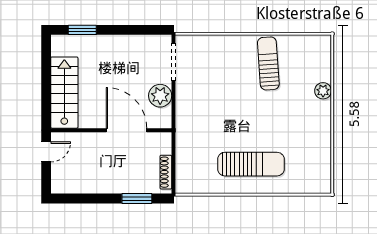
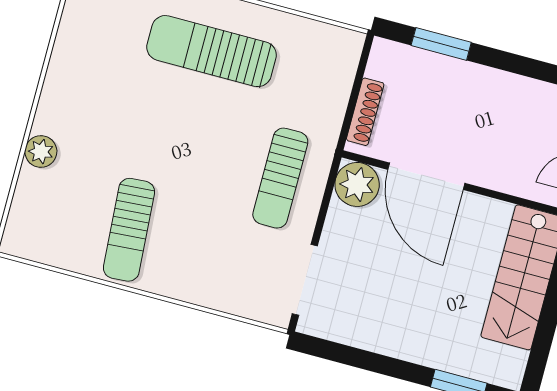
plant: (160, 96) -> (357, 184), moved
sun lounger: (199, 110) -> (280, 178), added
shoe rack: (166, 172) -> (365, 112), moved

